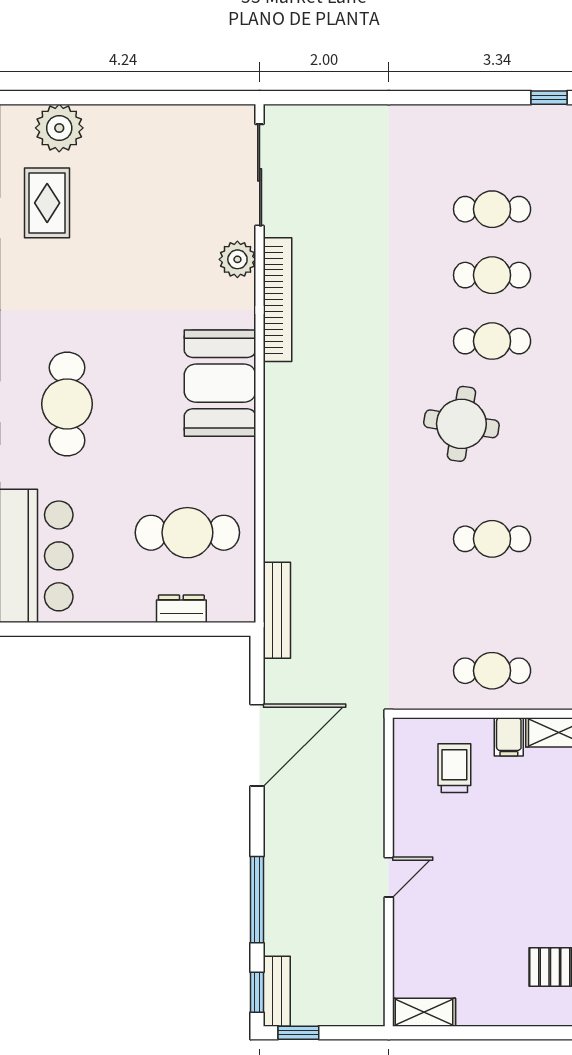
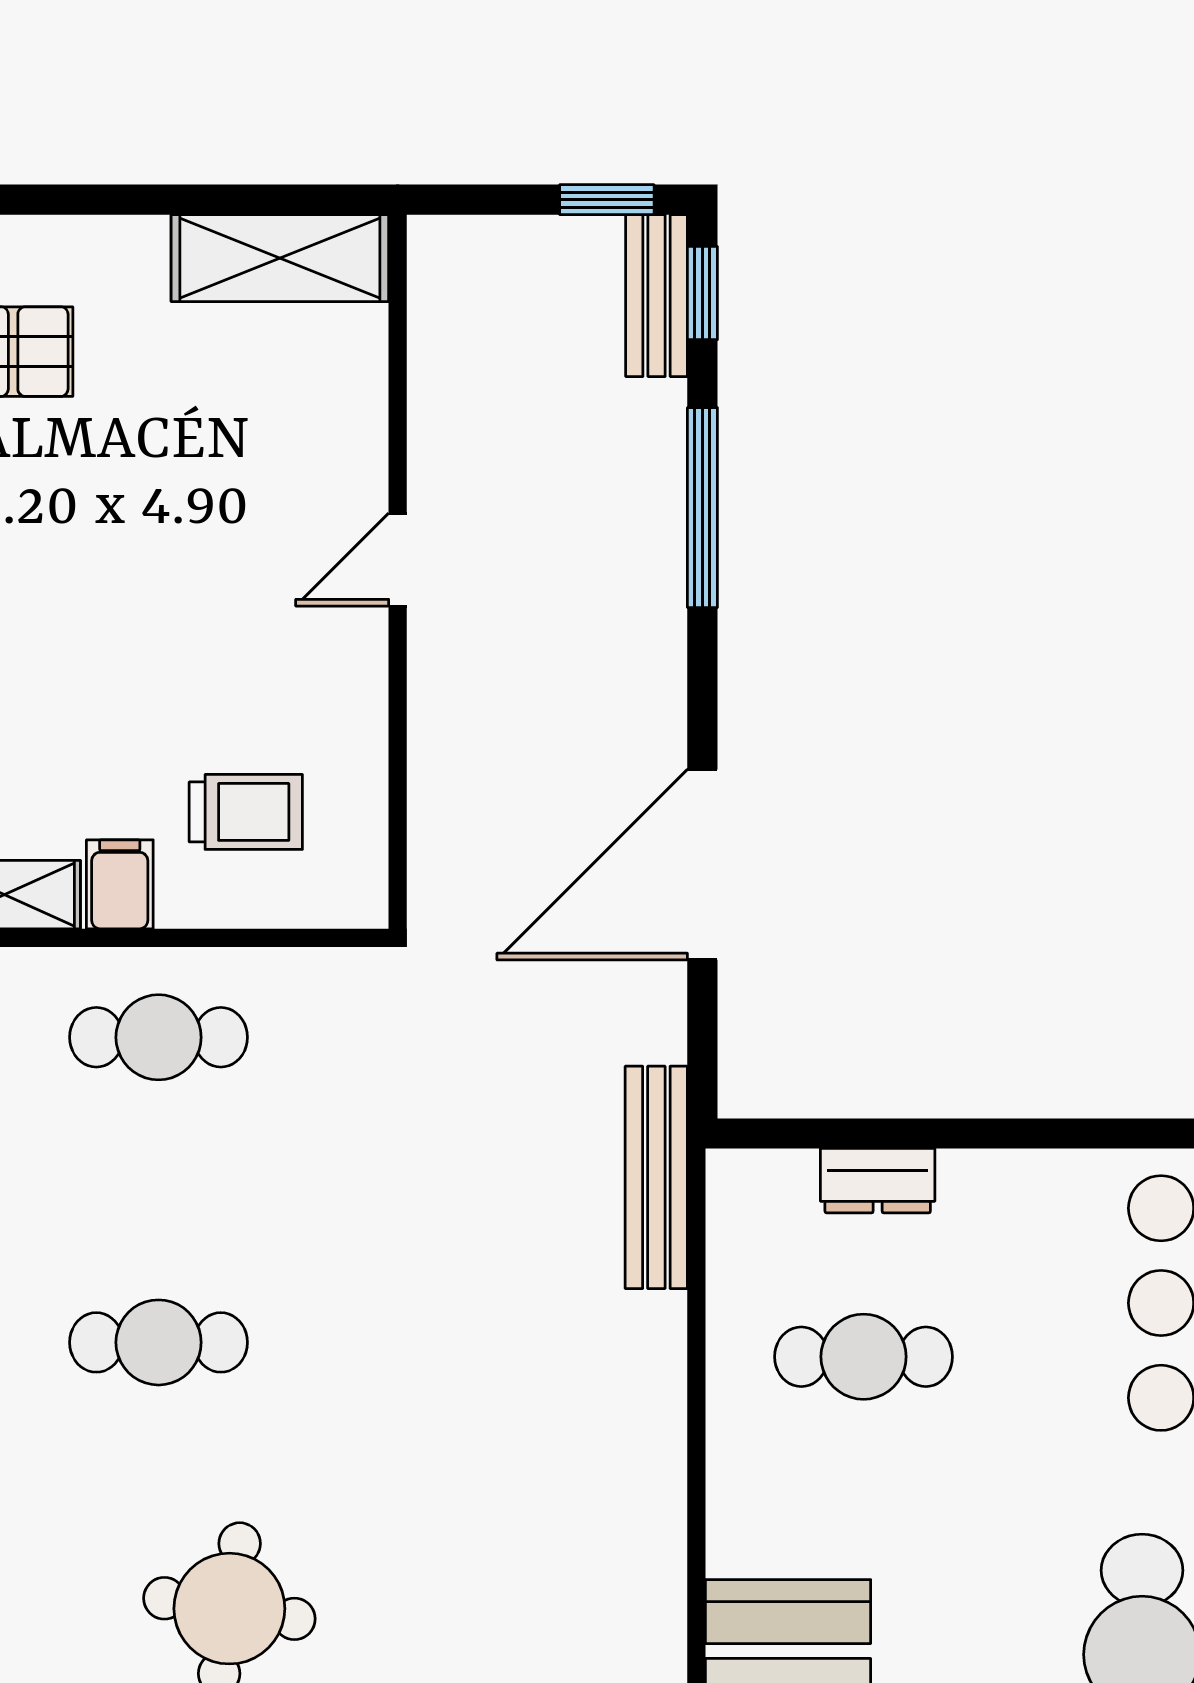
cafe table: (187, 533) -> (864, 1357), width x0.73, depth x0.74
trolley: (454, 768) -> (246, 812), turned -90
shelving: (424, 1012) -> (280, 258), width x1.50, depth x1.33

